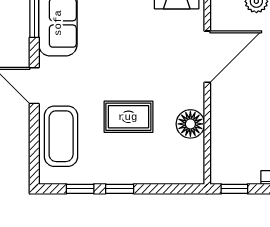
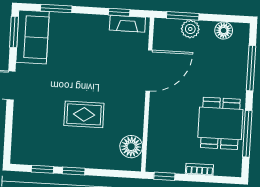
floor lamp: (190, 124) -> (131, 147), moved
coffee table: (61, 136) -> (30, 127), removed

